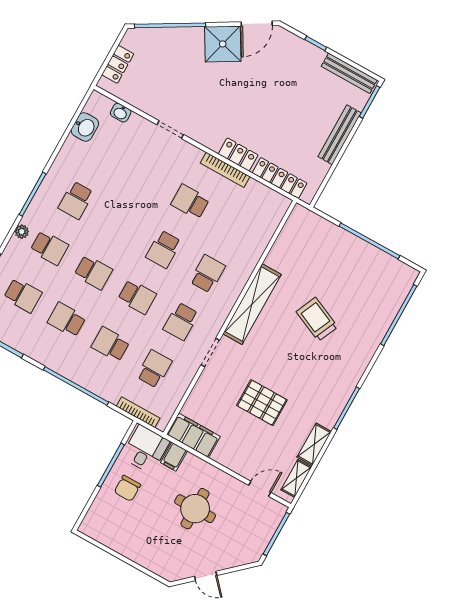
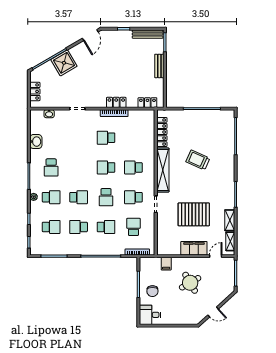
shower: (223, 44) -> (64, 63), moved
washbasin: (85, 127) -> (36, 142), moved
bench: (340, 135) -> (159, 66), width x0.73
locker: (280, 178) -> (147, 103), width x0.66
locker: (284, 243) -> (162, 132), added
school desk: (164, 249) -> (106, 167), turned 90
school desk: (207, 274) -> (133, 167), turned -90
school desk: (137, 297) -> (106, 197), turned 90
school desk: (181, 321) -> (133, 197), turned 90
school desk: (110, 344) -> (106, 227), turned 180
pallet: (262, 403) -> (194, 214), width x1.37, depth x1.41
filing cabinet: (193, 435) -> (194, 248), moved
desk: (146, 449) -> (150, 315), moved, turned -90
round table: (195, 509) -> (190, 283), turned -30

